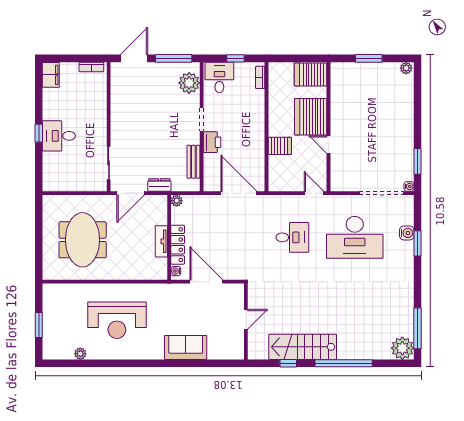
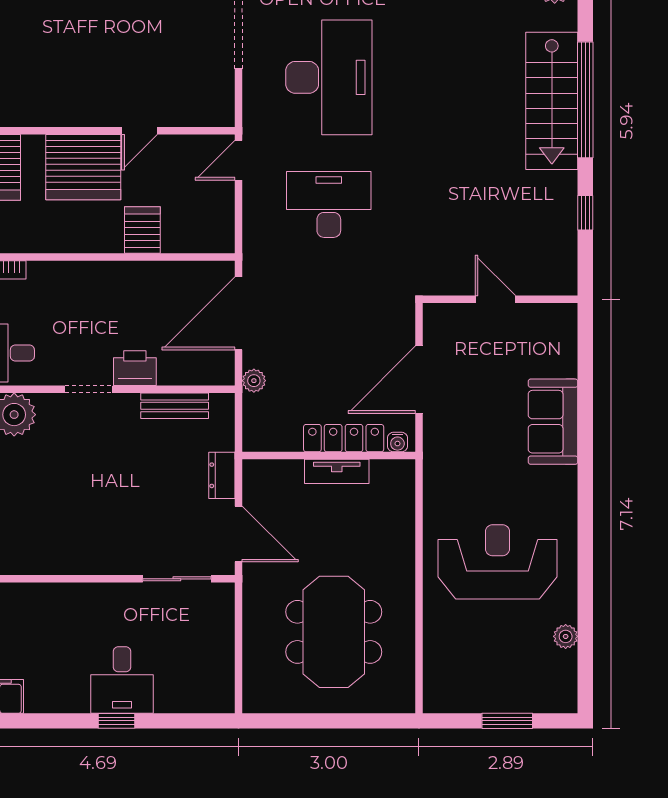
plant: (177, 201) -> (254, 381), moved
desk: (292, 237) -> (329, 204), width x1.37
meeting table: (83, 240) -> (334, 632), turned 90
reception desk: (117, 320) -> (497, 562), turned -90
stairs: (303, 347) -> (552, 101), moved

